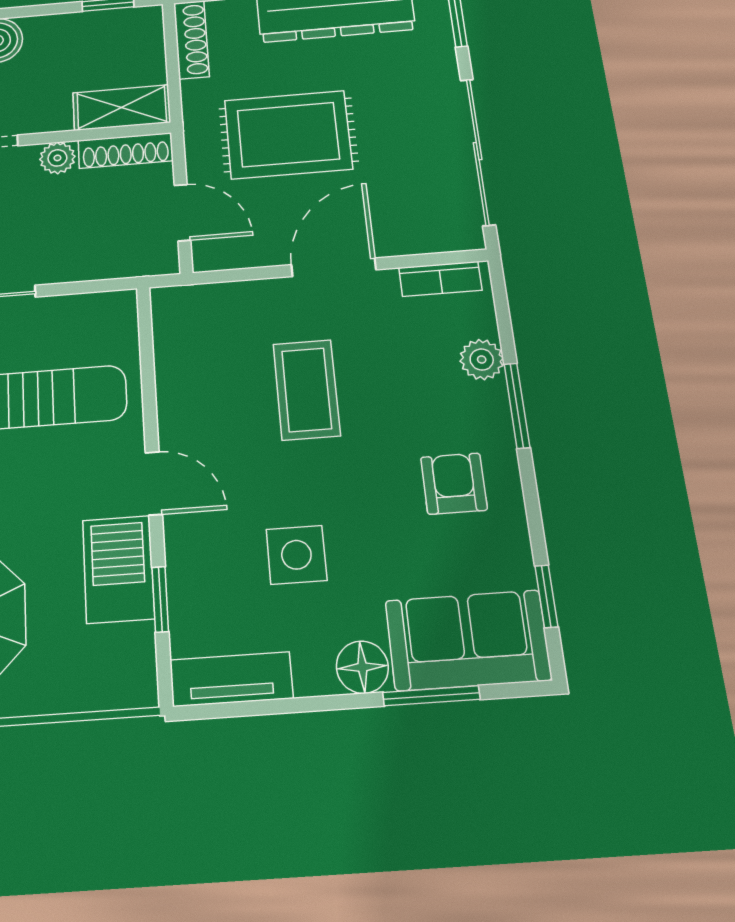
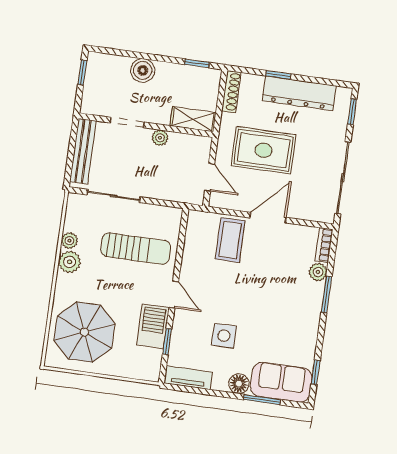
shoe rack: (126, 151) -> (191, 141), removed
bookcase: (440, 279) -> (324, 245), moved, turned 90
coffee table: (307, 390) -> (230, 240), moved
armchair: (454, 484) -> (293, 321), removed

